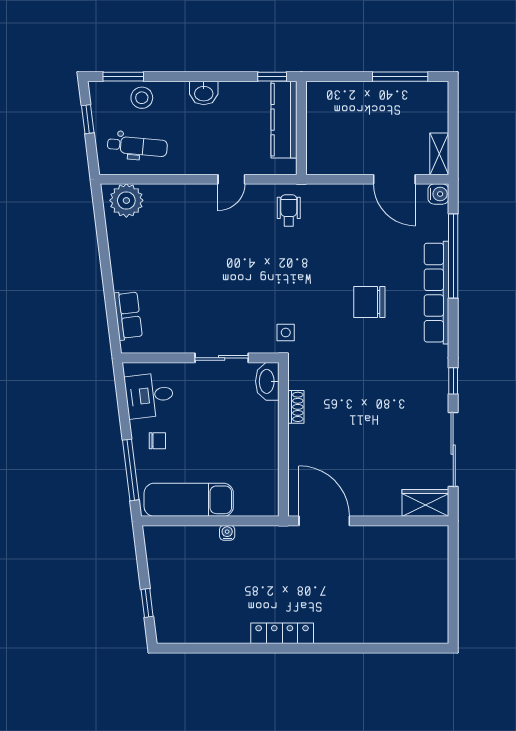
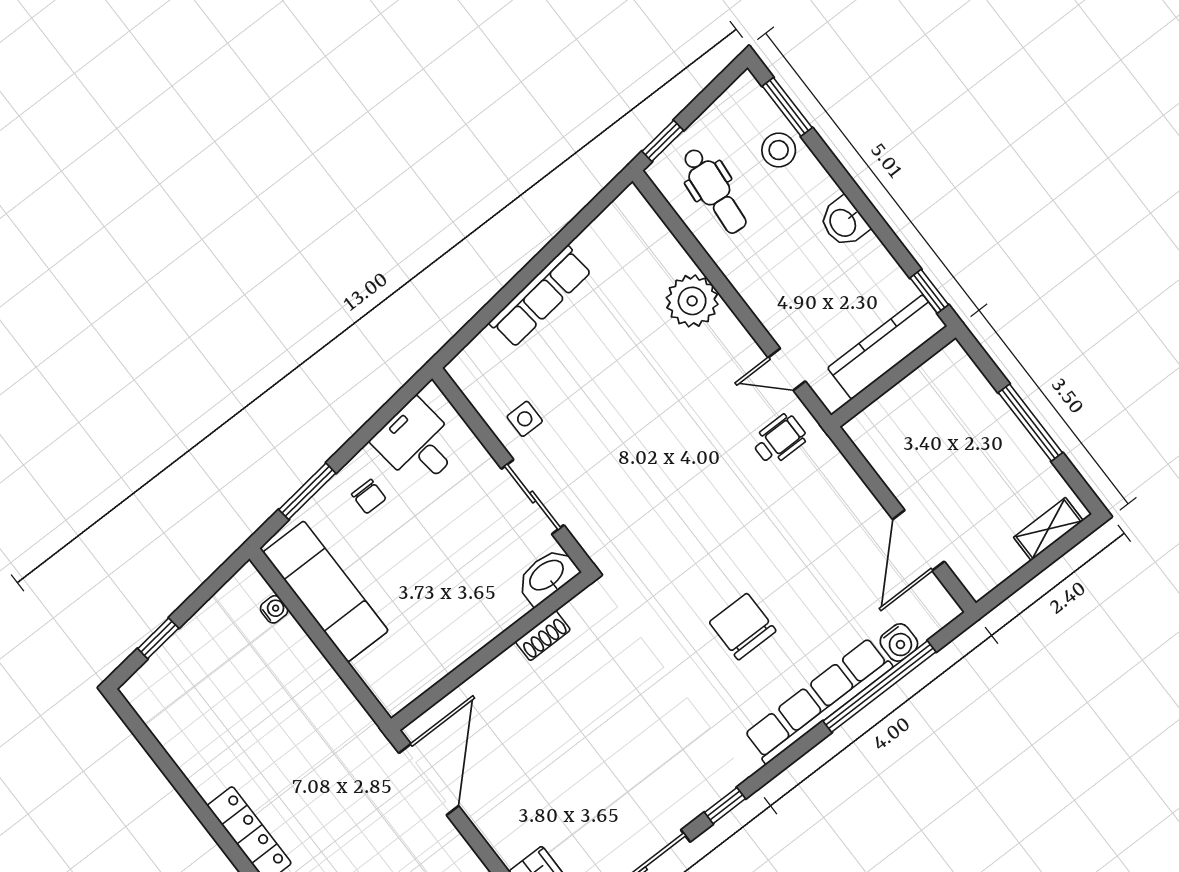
window: (400, 77) -> (1030, 423), moved
window: (88, 119) -> (663, 141), moved
shelving: (439, 154) -> (1048, 529), moved
door: (231, 179) -> (787, 369), moved
water cooler: (438, 194) -> (899, 643), moved
plant: (126, 200) -> (692, 301), moved
row of seats: (128, 315) -> (540, 297), moved, width x1.48
side table: (286, 332) -> (525, 419), moved
window: (131, 470) -> (307, 491), width x0.69
water cooler: (227, 533) -> (274, 609), moved

